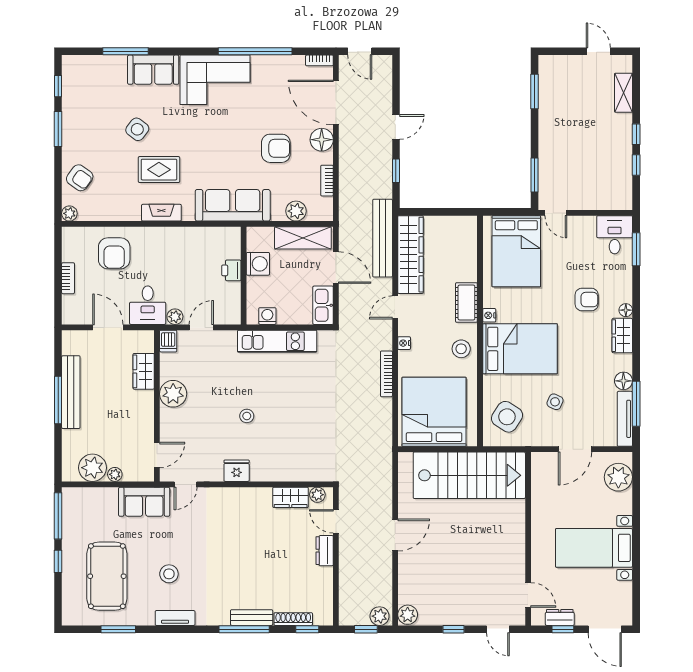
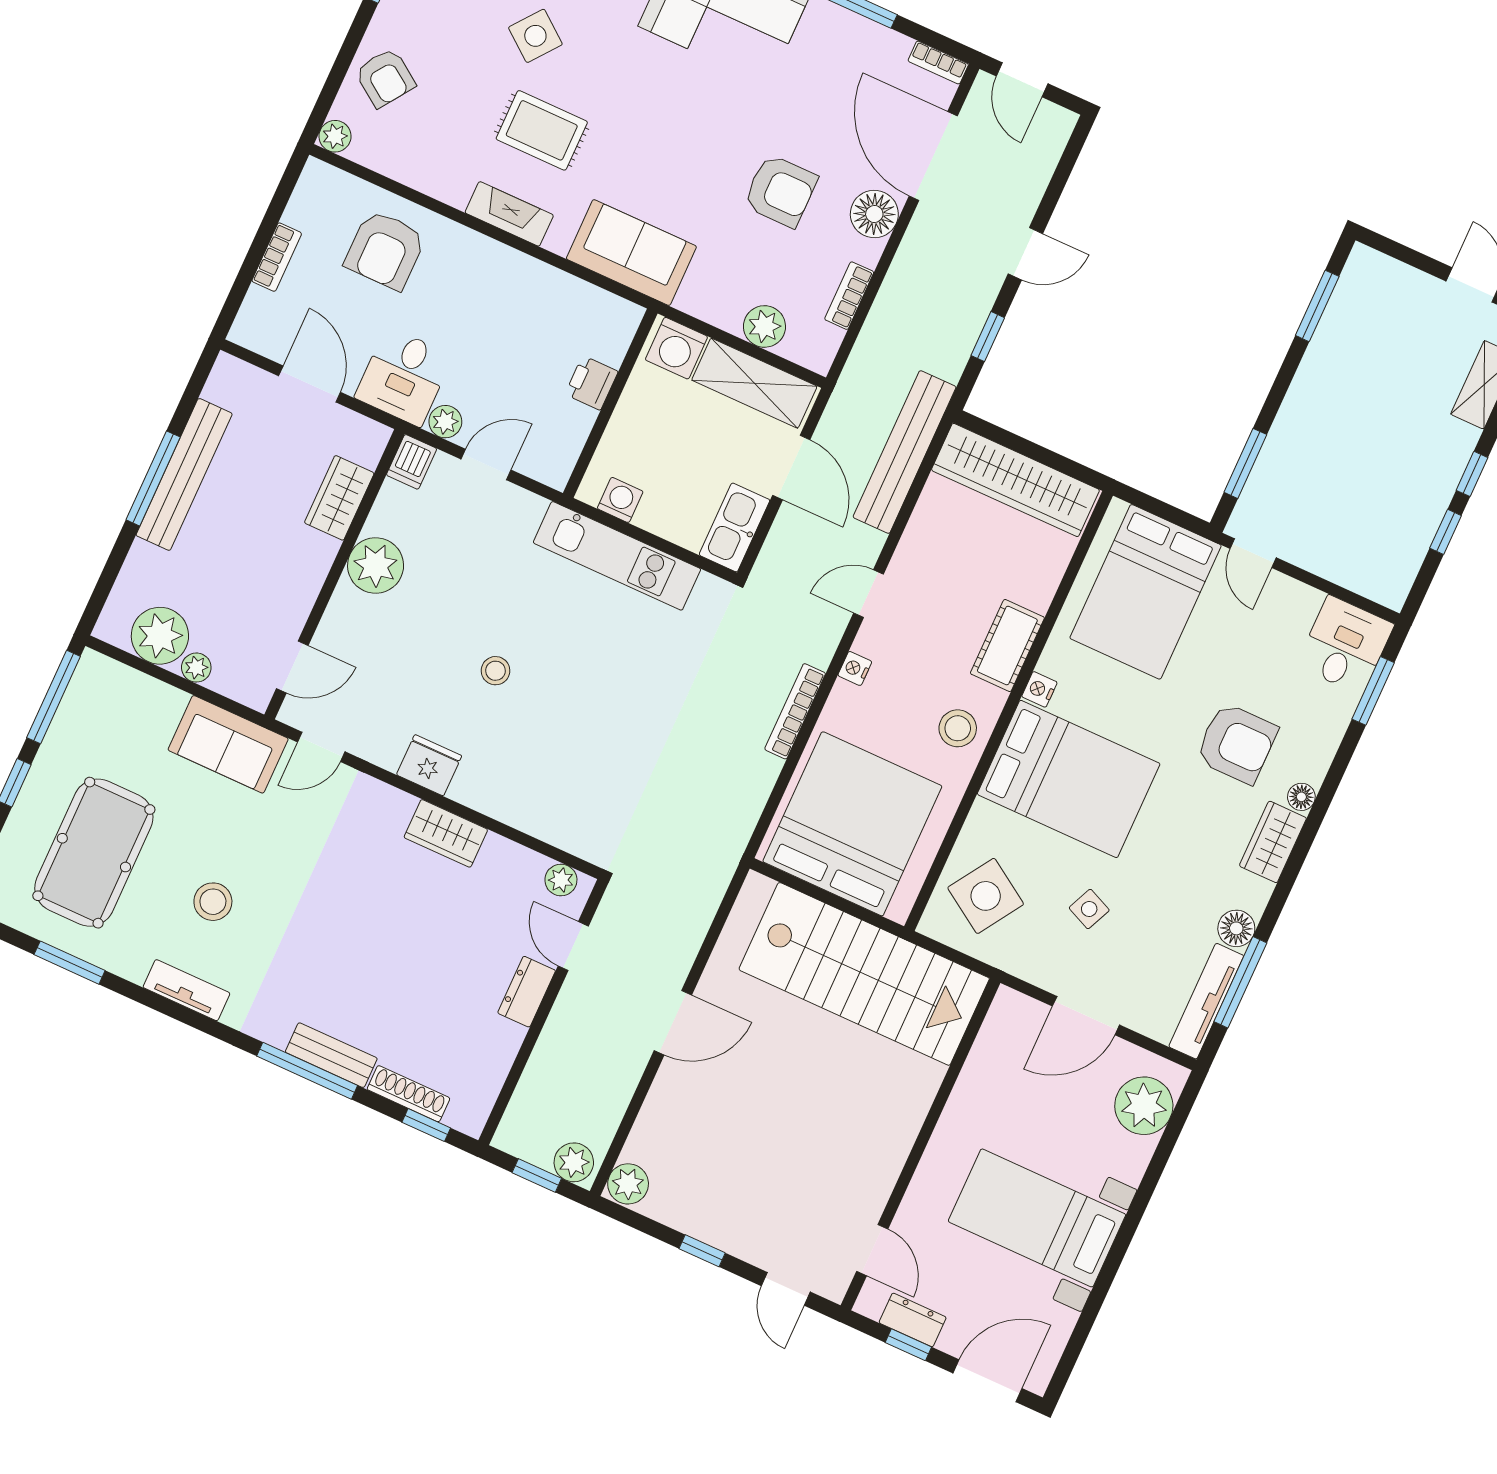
sofa: (233, 205) -> (631, 253), width x0.73
wardrobe: (410, 255) -> (1015, 480), moved, turned 90
washing machine: (258, 264) -> (676, 348), moved, turned 90
armchair: (587, 300) -> (1237, 743), width x1.38, depth x1.38
wardrobe: (291, 497) -> (446, 833), moved
door: (605, 629) -> (987, 1381), swing flipped

